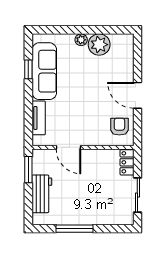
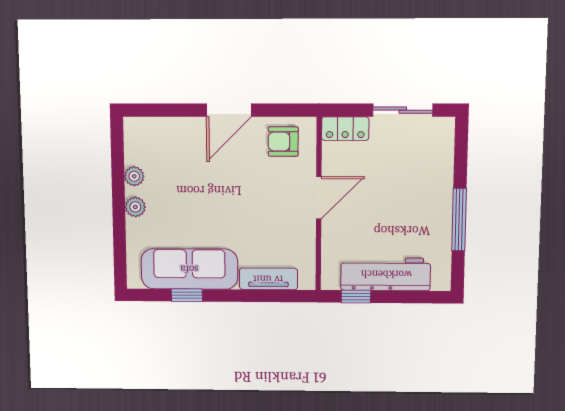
plant: (99, 45) -> (134, 176), width x0.53, depth x0.53
door: (68, 147) -> (319, 198), moved
window: (28, 170) -> (356, 297), width x0.67
workbench: (42, 194) -> (386, 274), width x1.37

